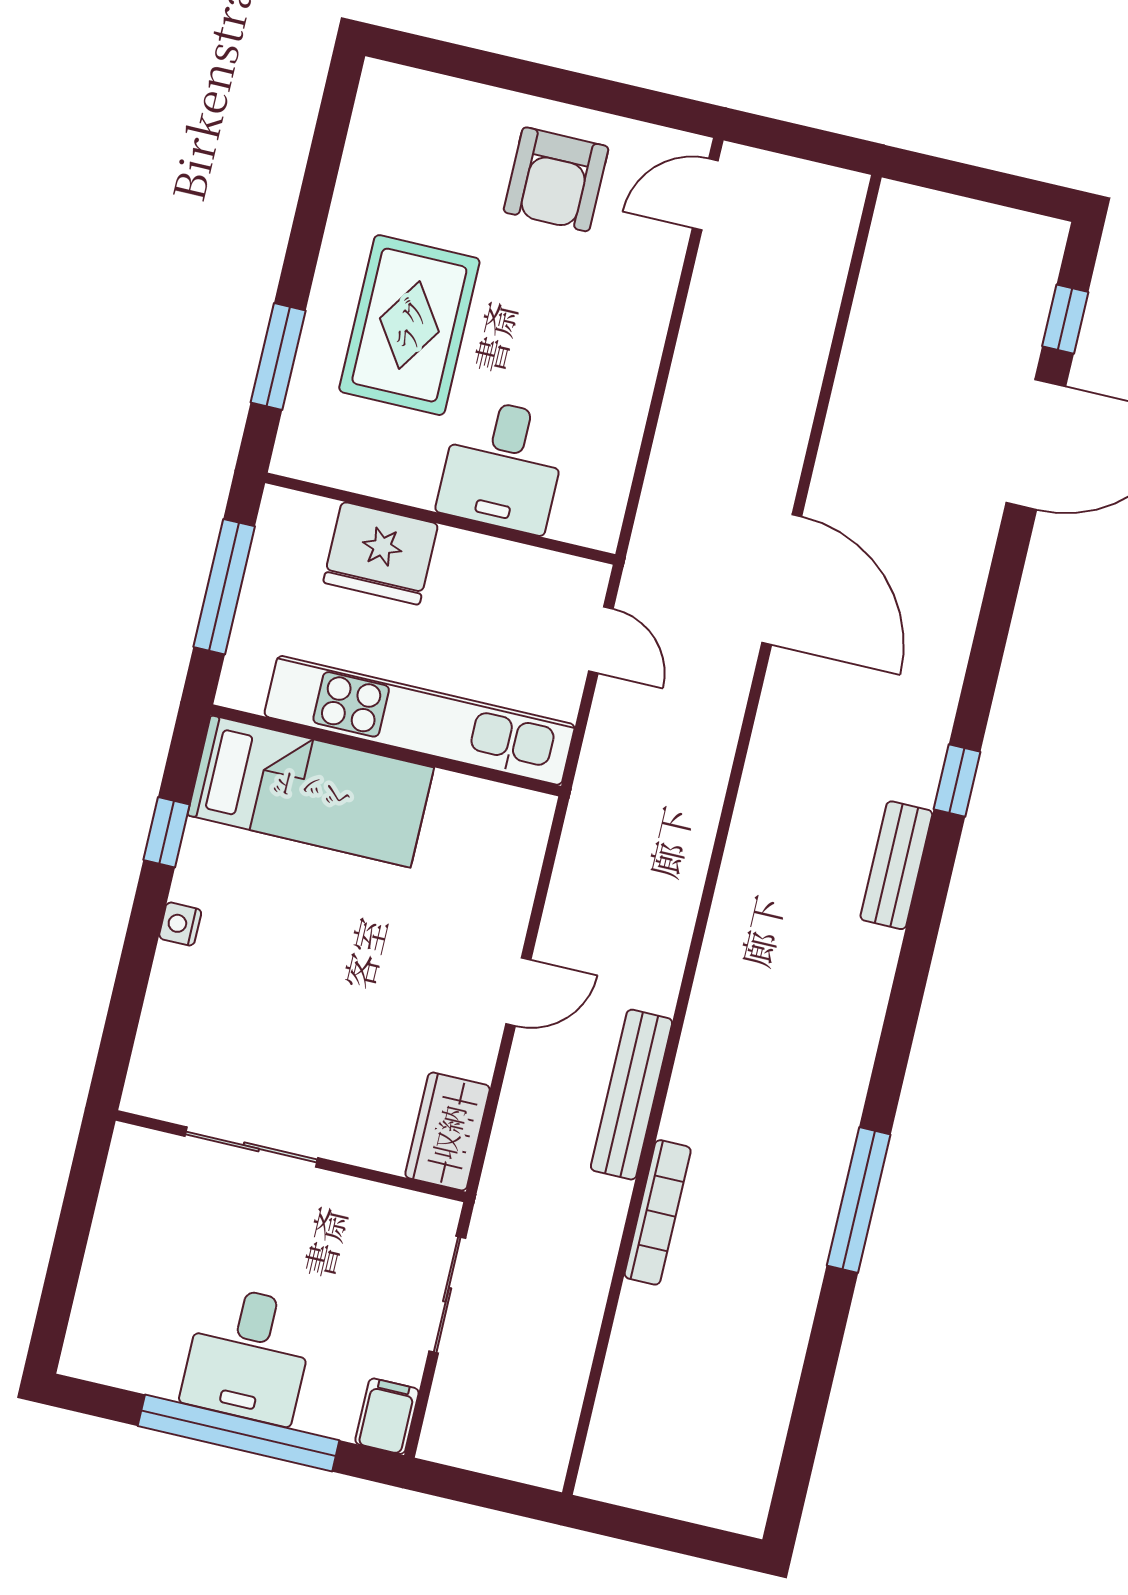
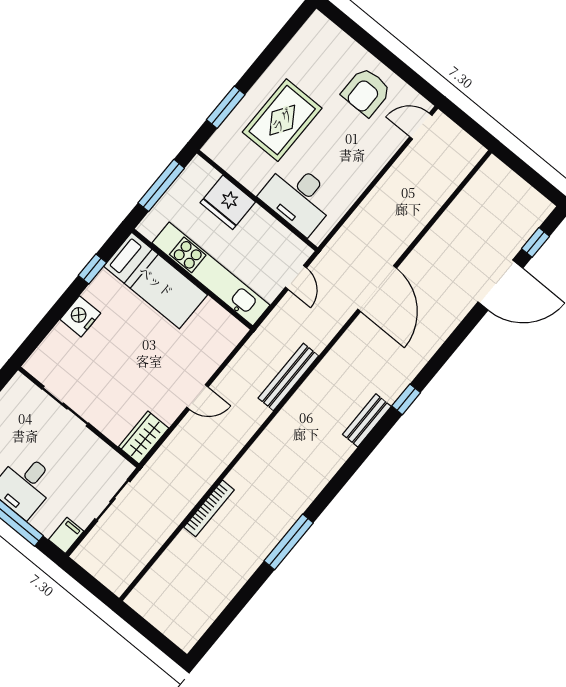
desk: (503, 466) -> (298, 198), width x1.37
nightstand: (180, 924) -> (80, 316), width x1.89, depth x1.79
bench: (632, 1095) -> (288, 377), moved

